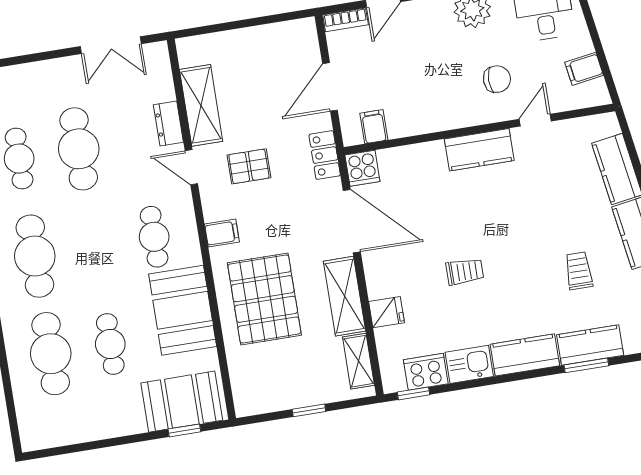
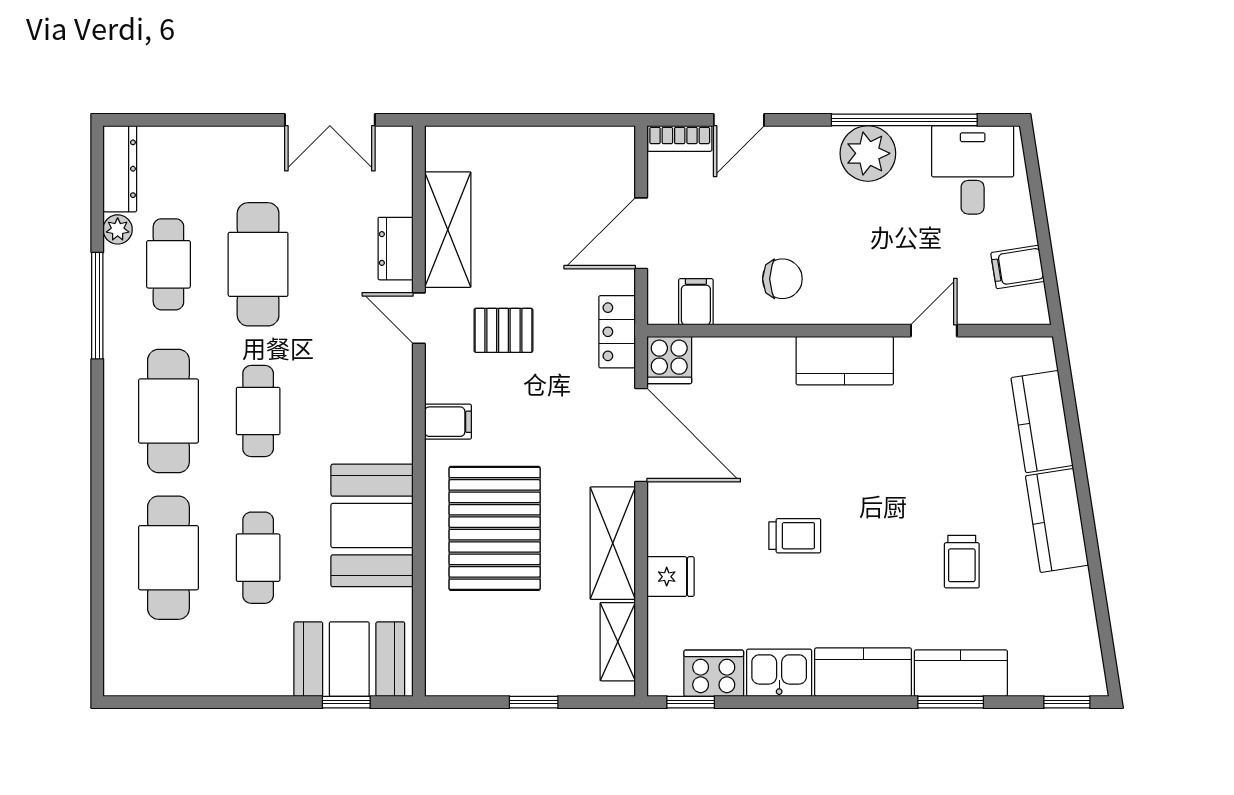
chair: (497, 79) -> (782, 279), moved
cafe table: (154, 237) -> (258, 411), moved
trolley: (579, 271) -> (962, 562), turned 180

